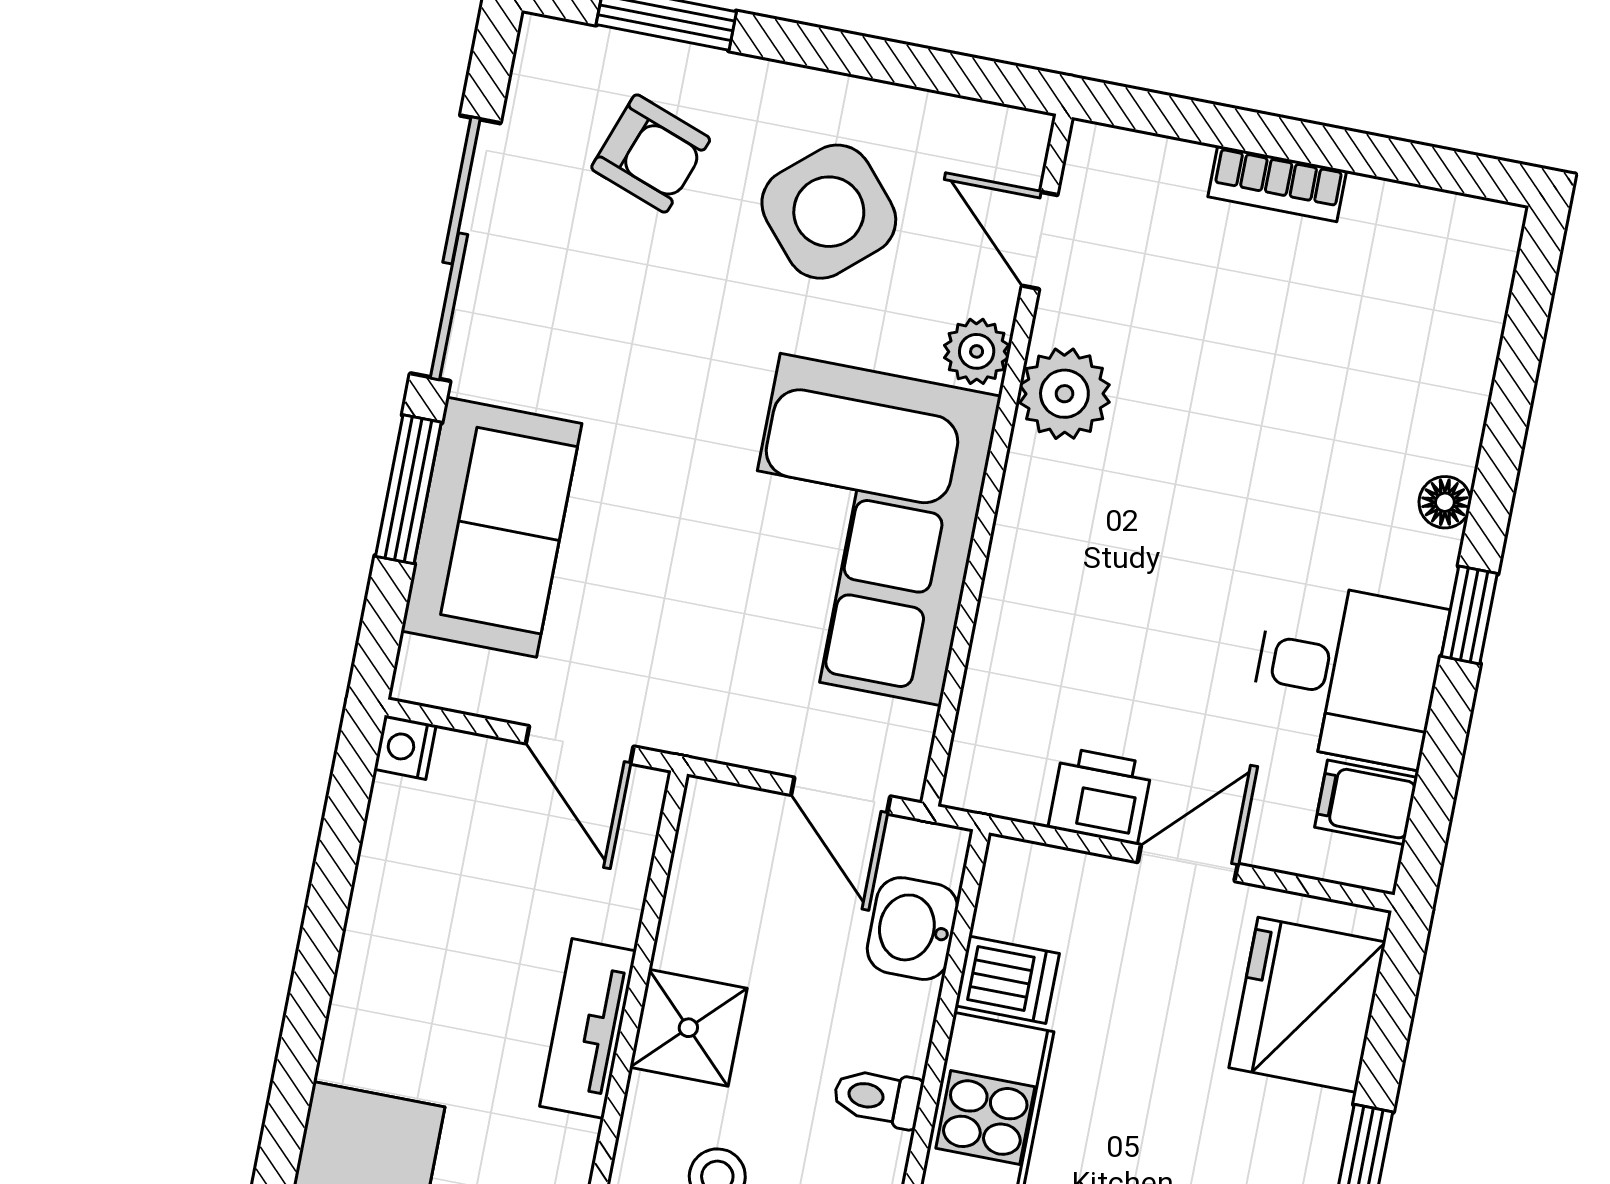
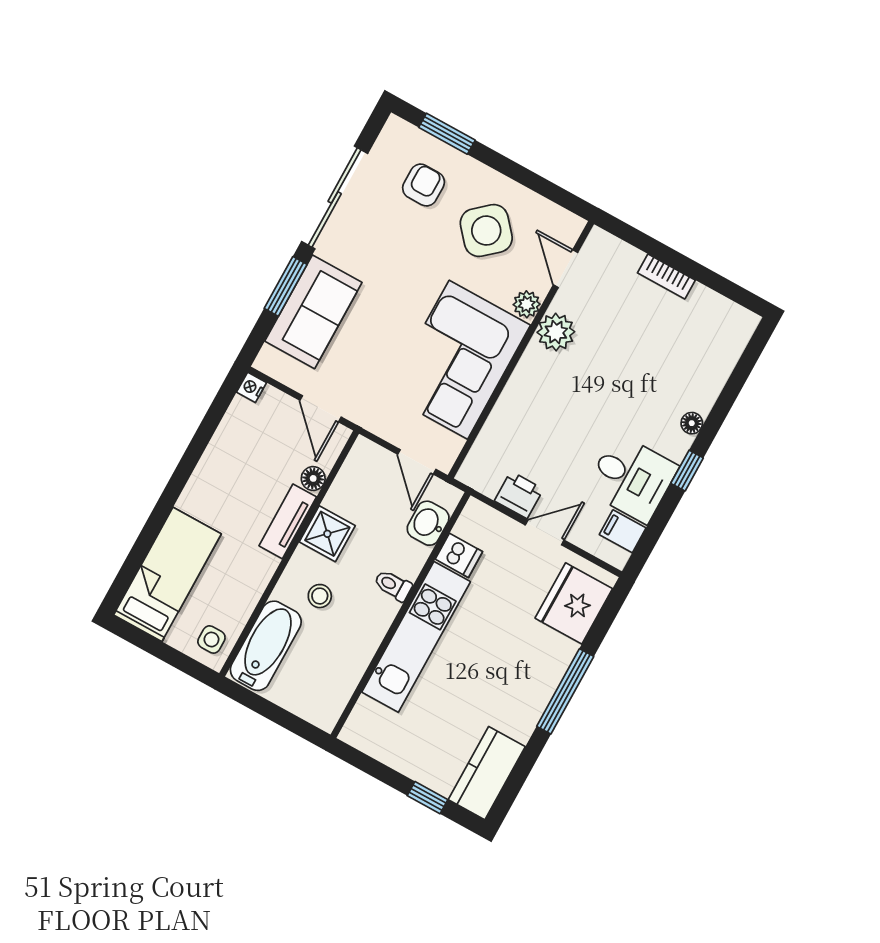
armchair: (651, 154) -> (424, 185), turned -110
floor lamp: (615, 911) -> (313, 478), added

